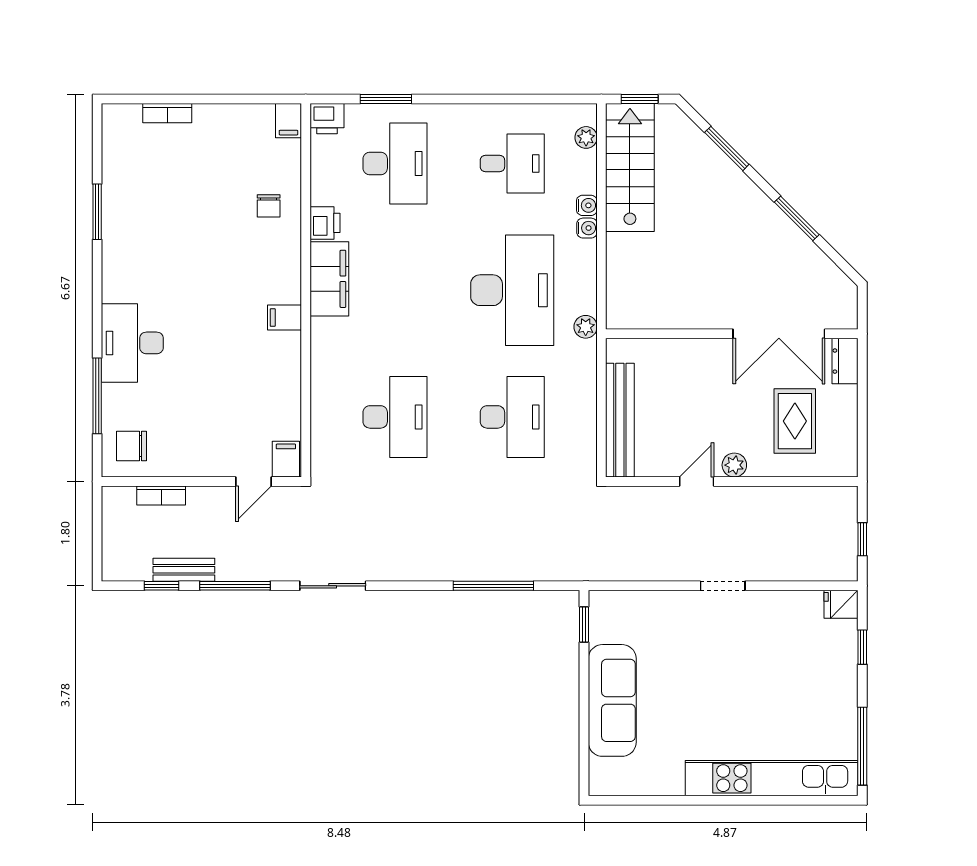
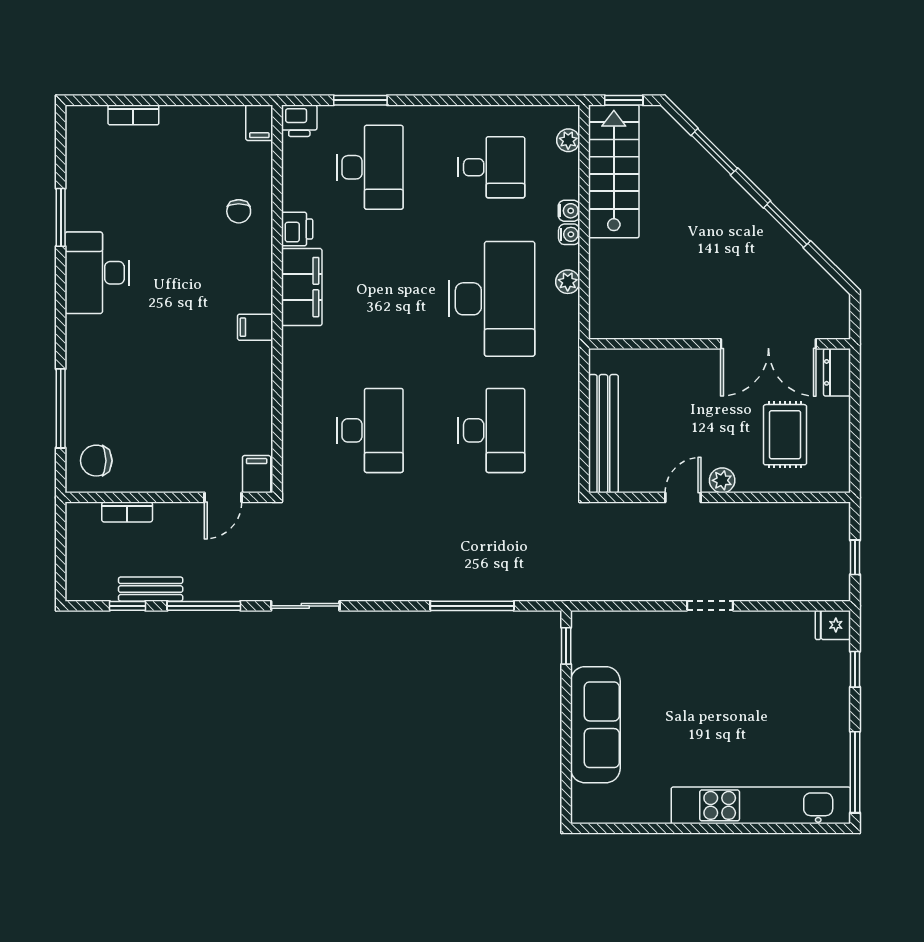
plant: (586, 327) -> (568, 282), moved
desk: (132, 343) -> (97, 273), moved

